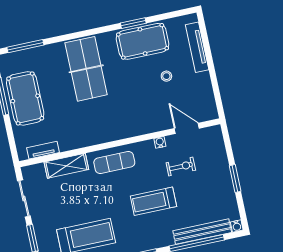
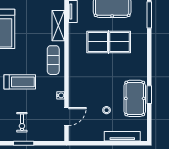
table tennis table: (86, 69) -> (109, 42), moved
exercise bike: (181, 167) -> (22, 122), moved
treadmill: (153, 201) -> (20, 82), turned 90

